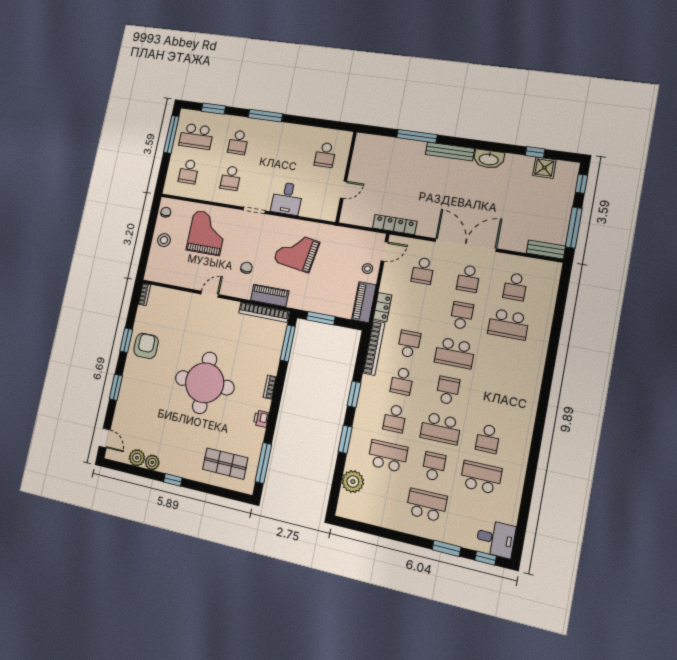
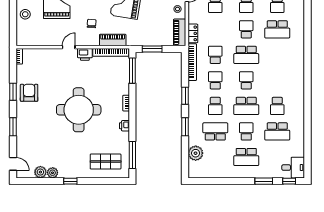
printer: (229, 308) -> (85, 54), added
school desk: (402, 381) -> (215, 80), turned 180
school desk: (481, 477) -> (277, 131), turned 180
school desk: (427, 505) -> (246, 157), turned 180

